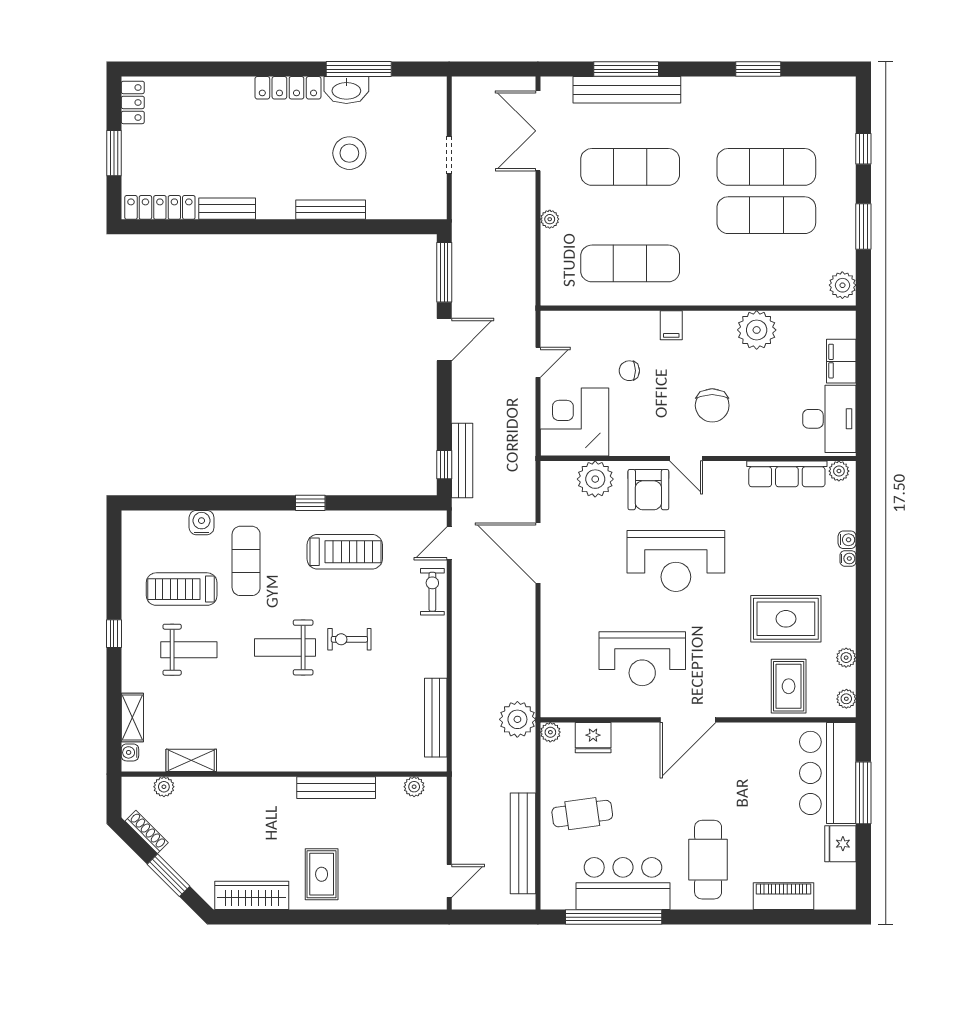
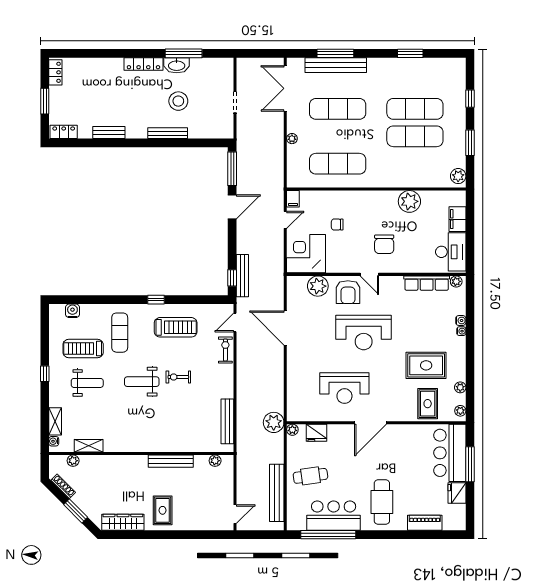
locker: (160, 207) -> (64, 132), width x0.66
filing cabinet: (671, 325) -> (293, 199), moved
water cooler: (202, 523) -> (72, 311), moved

